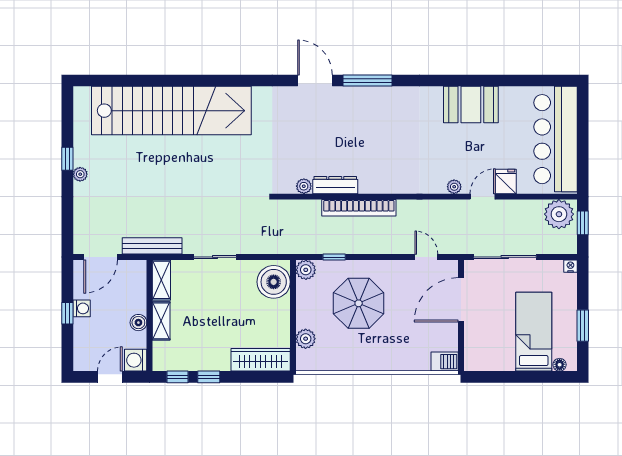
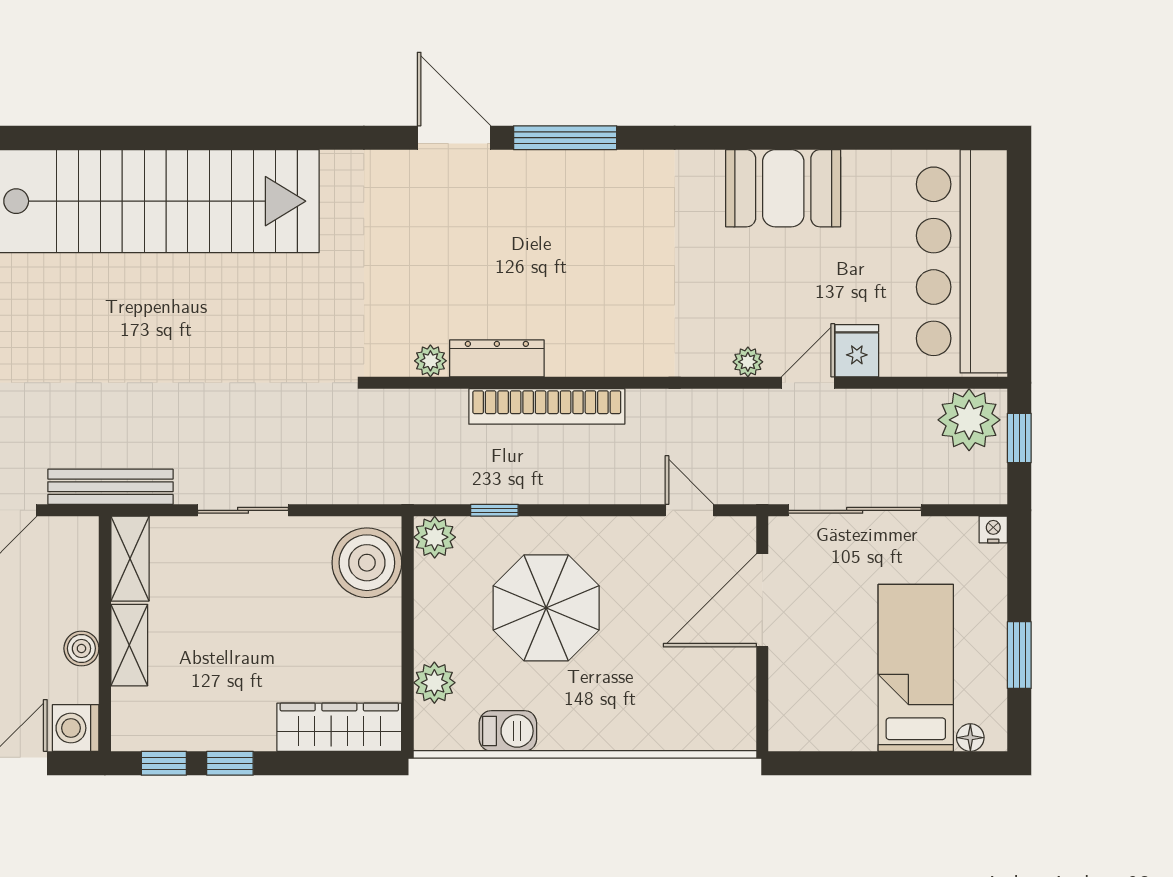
barbecue: (445, 362) -> (508, 731), moved

